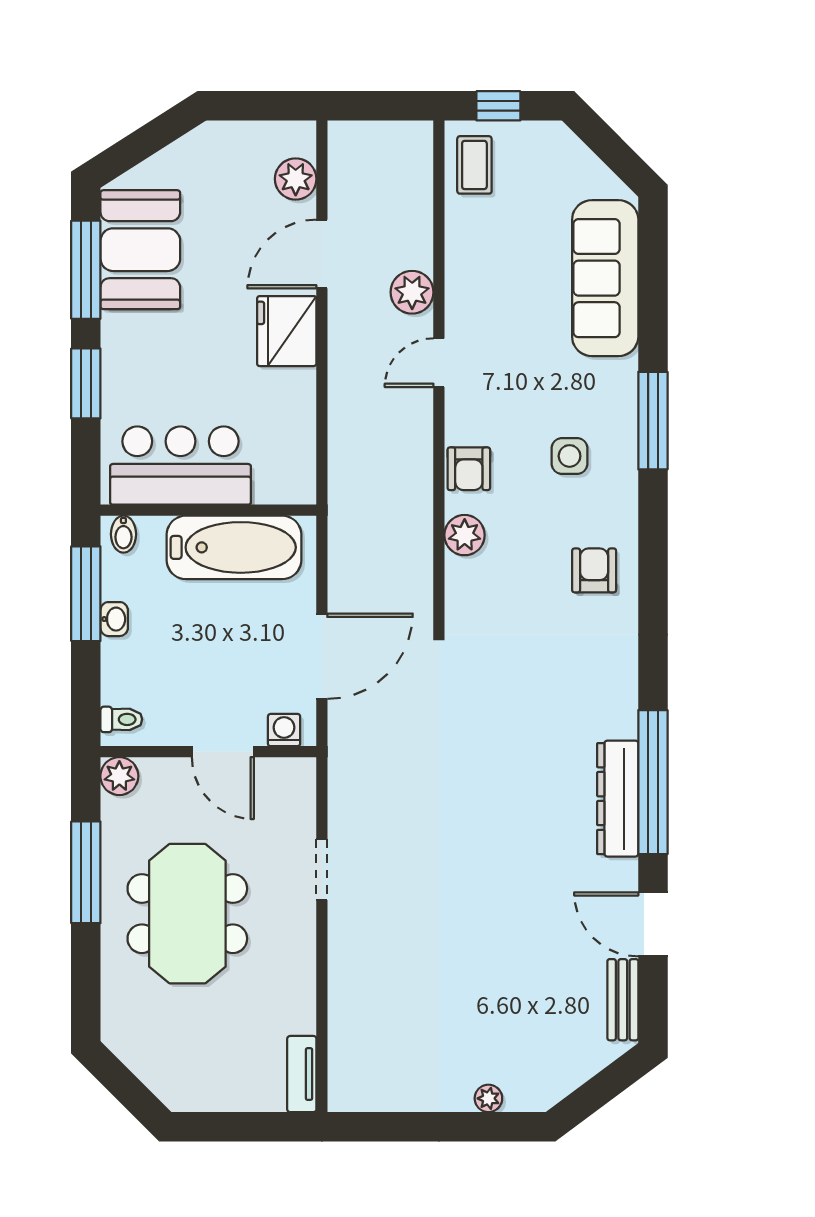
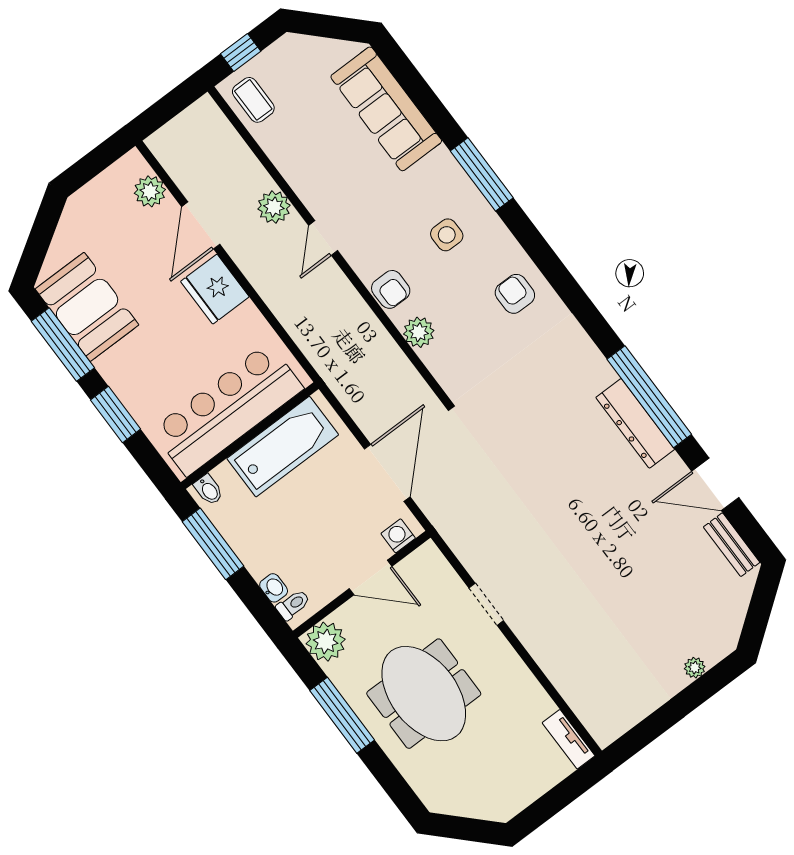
bar counter: (180, 466) -> (228, 409), width x1.36
washbasin: (114, 619) -> (274, 588), moved
plant: (119, 776) -> (326, 642), width x1.36, depth x1.36

